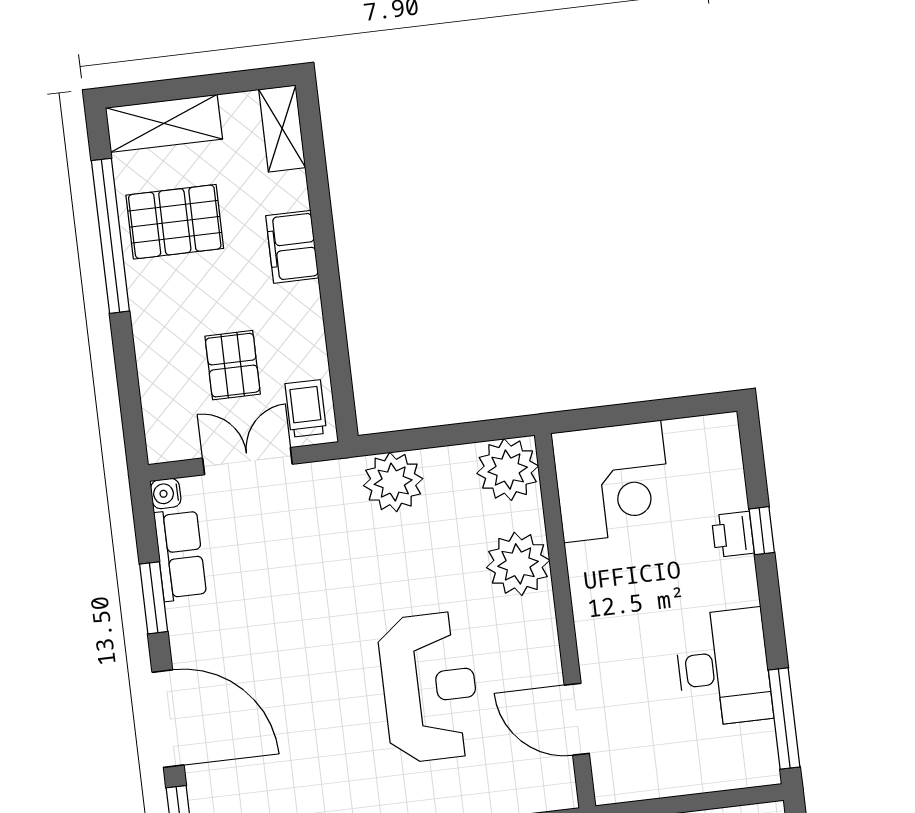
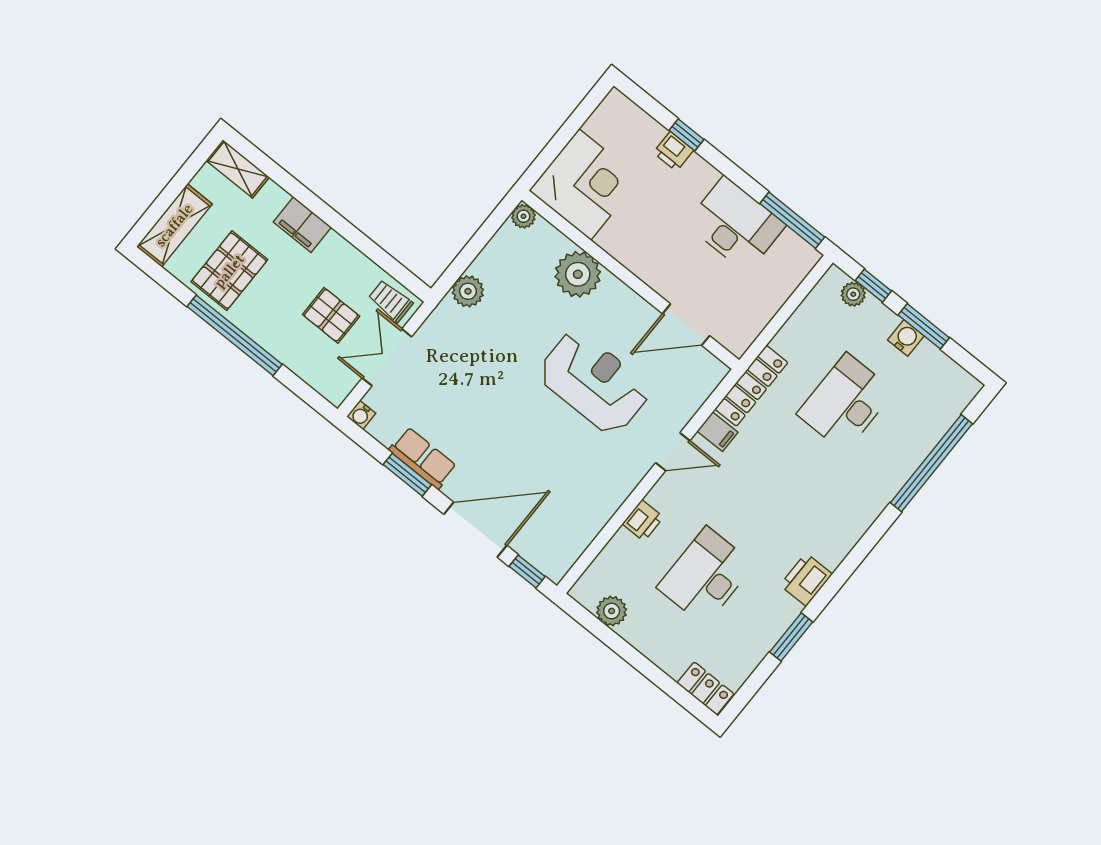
window: (110, 236) -> (235, 335), moved
plant: (508, 470) -> (523, 216), width x0.53, depth x0.53
plant: (393, 482) -> (468, 291), width x0.73, depth x0.73
row of seats: (180, 555) -> (423, 458), moved

